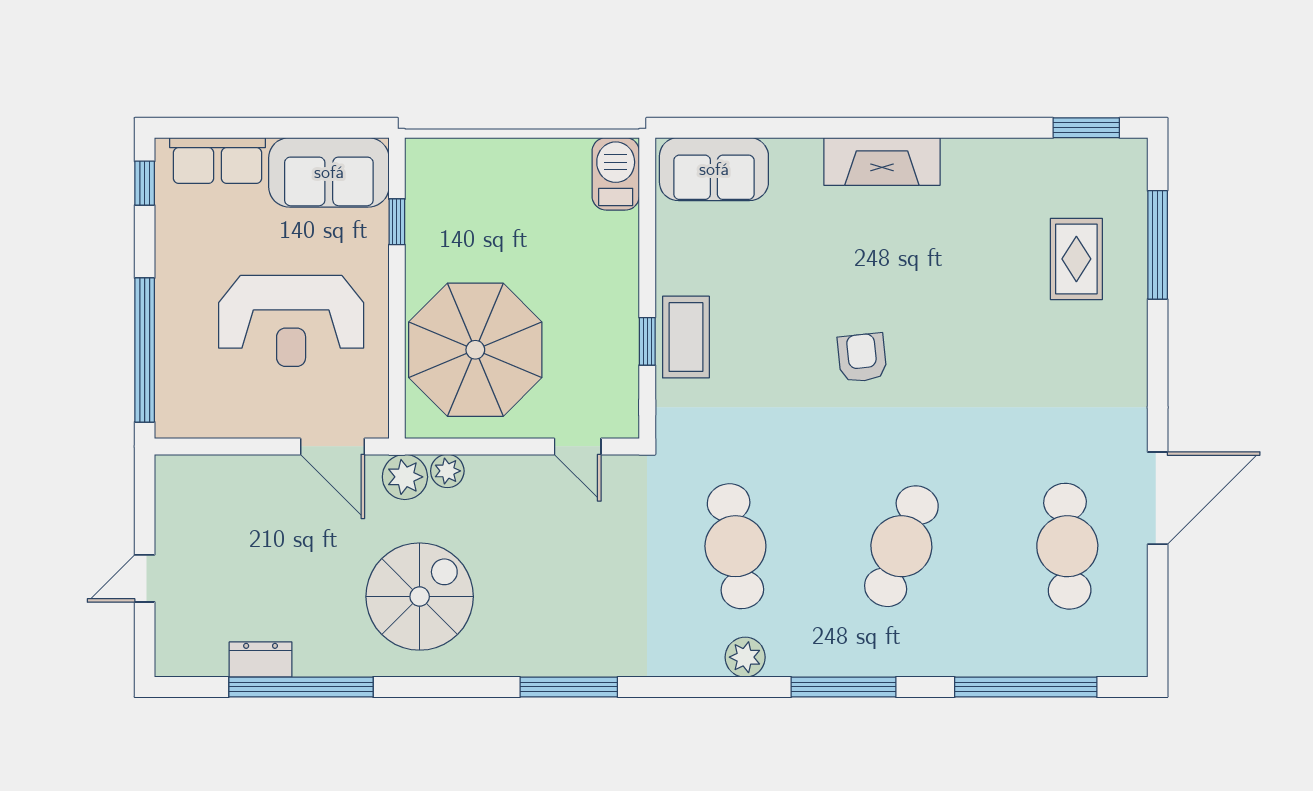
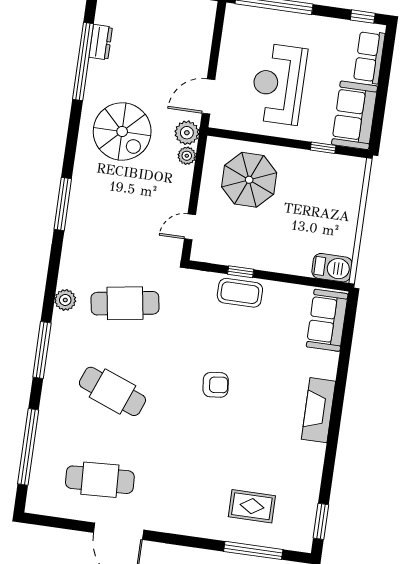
parasol: (475, 350) -> (249, 180), width x0.73, depth x0.73

